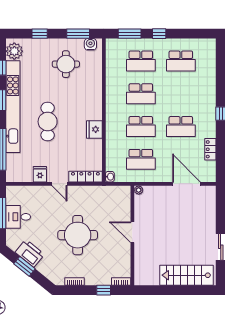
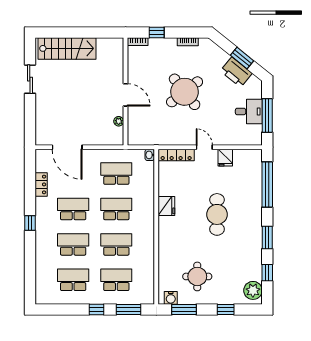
school desk: (181, 94) -> (73, 244), added
kitchen unit: (13, 107) -> (255, 231), removed
plant: (139, 190) -> (119, 121), moved
round table: (78, 235) -> (185, 92), turned -38

